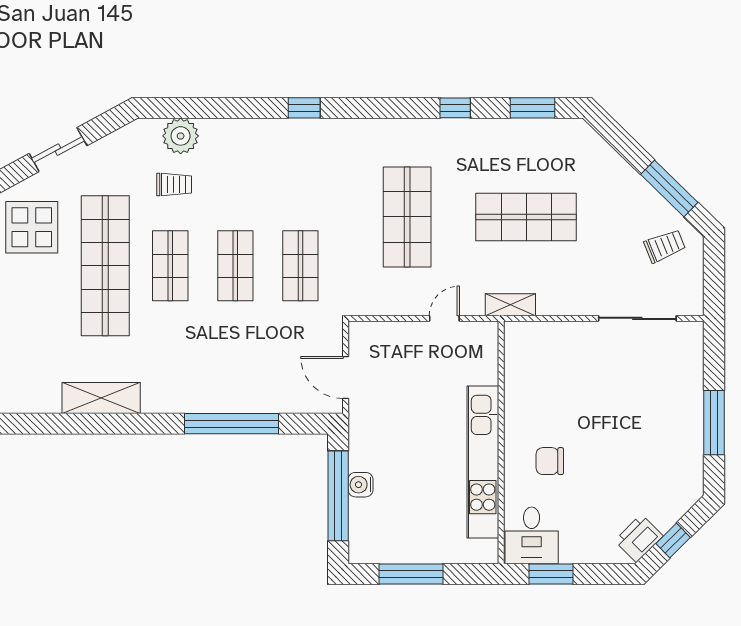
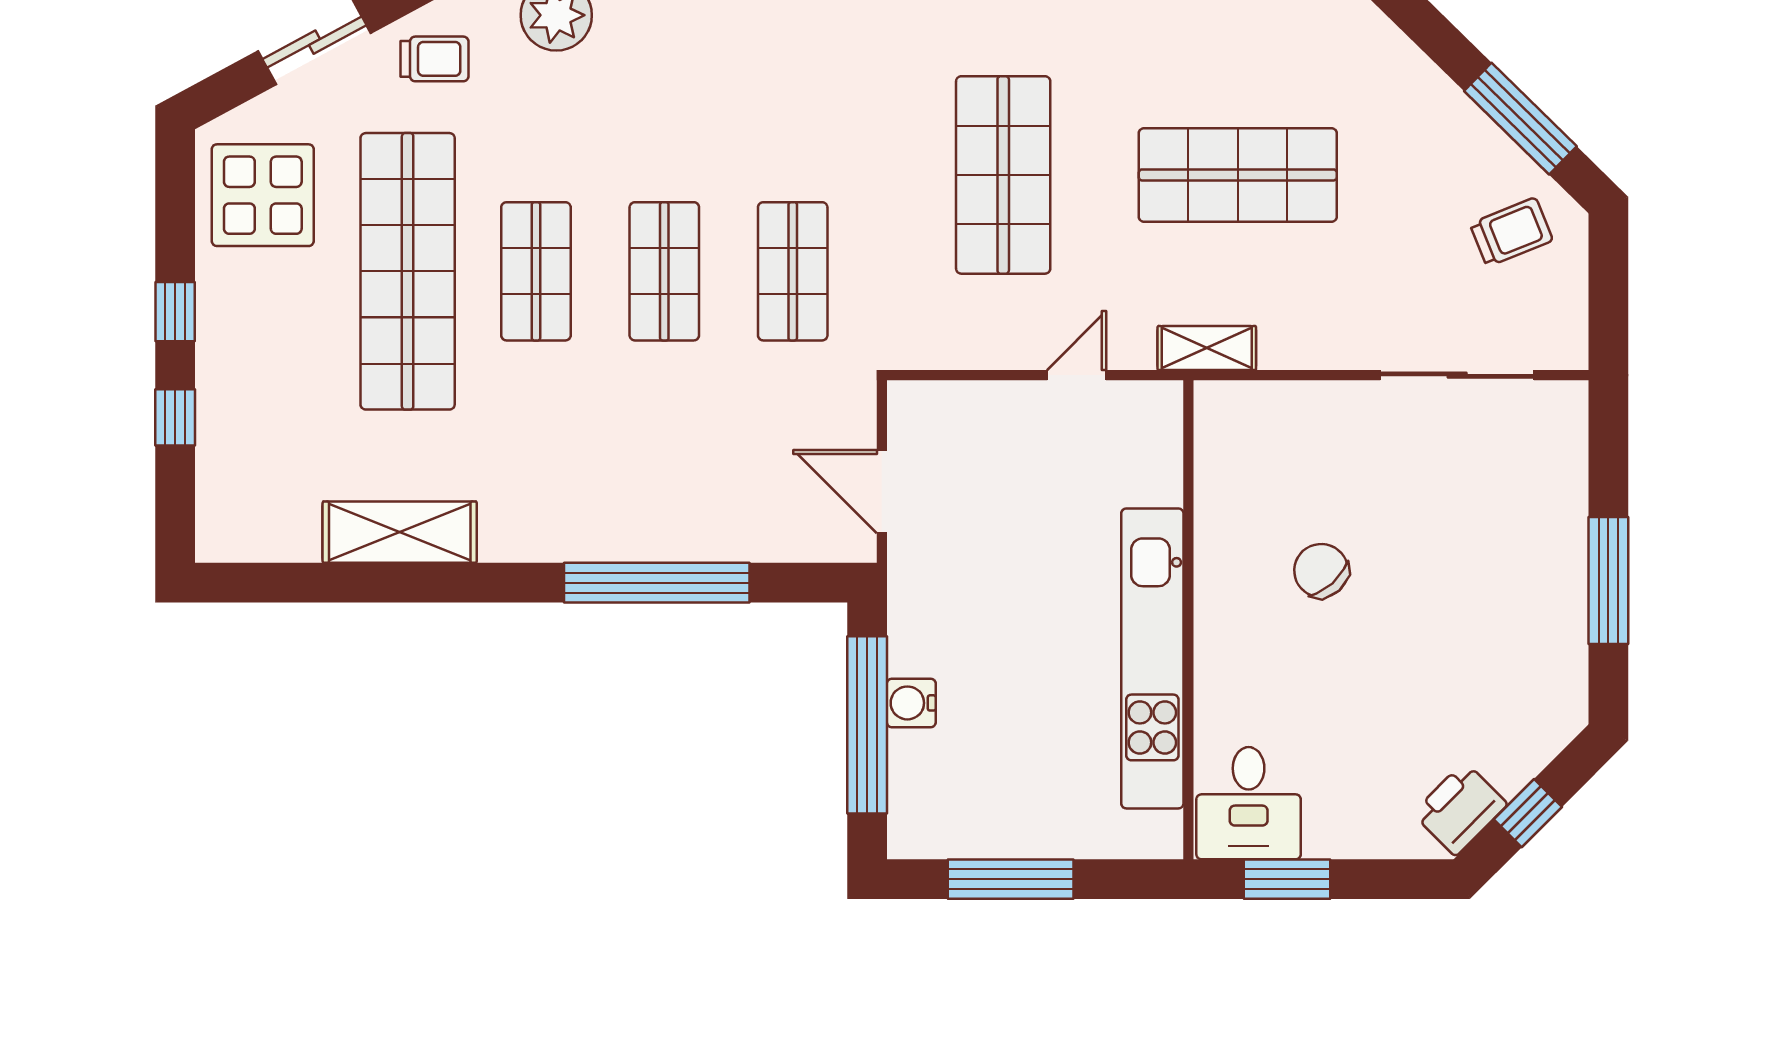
trolley: (174, 185) -> (434, 59), moved
chair: (550, 461) -> (1321, 571), moved, turned 48

